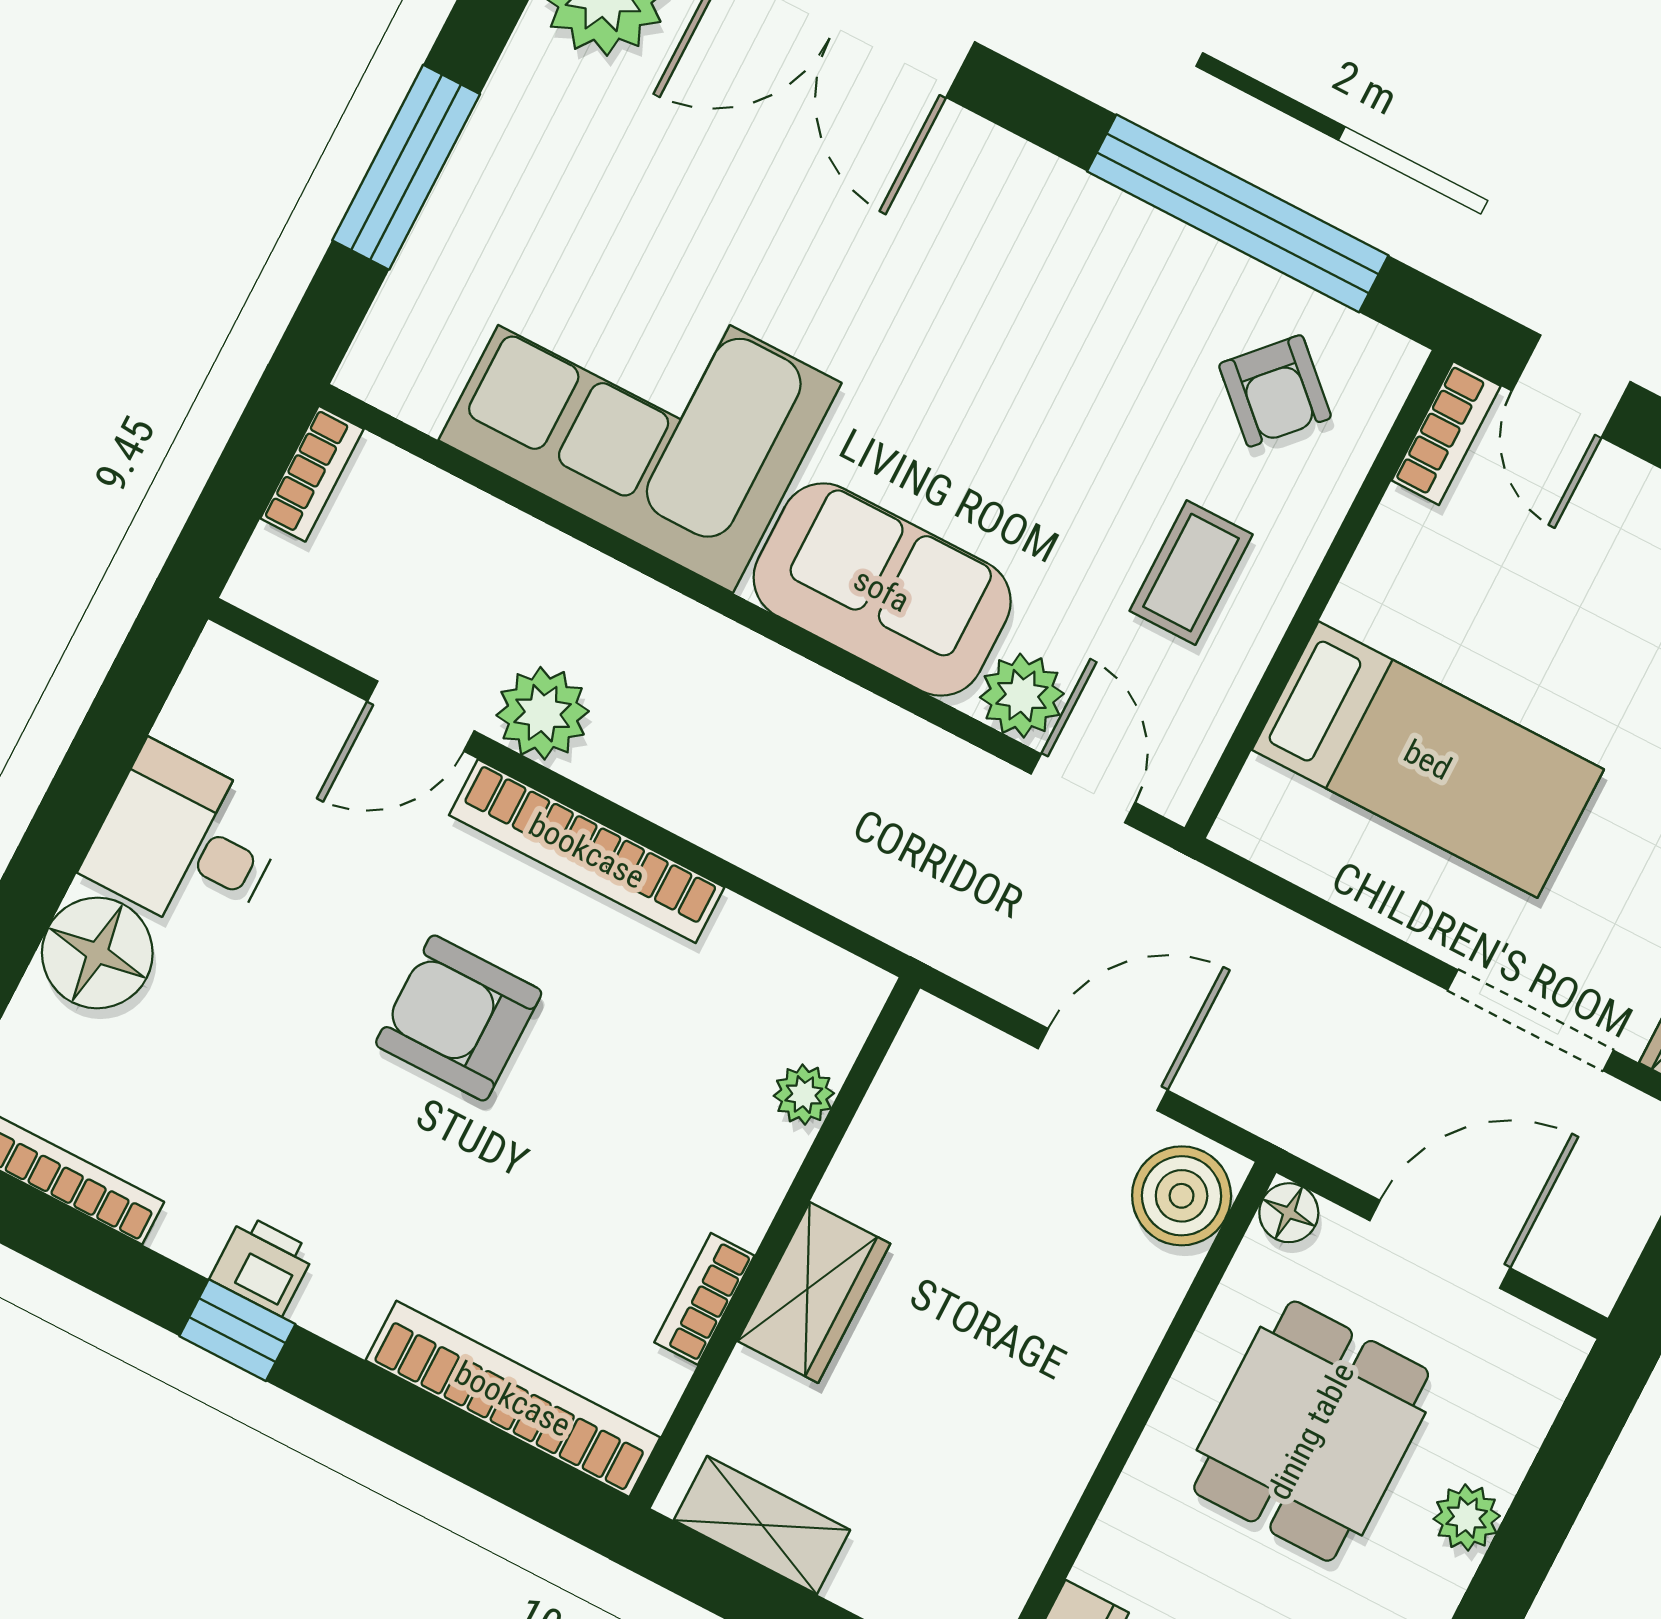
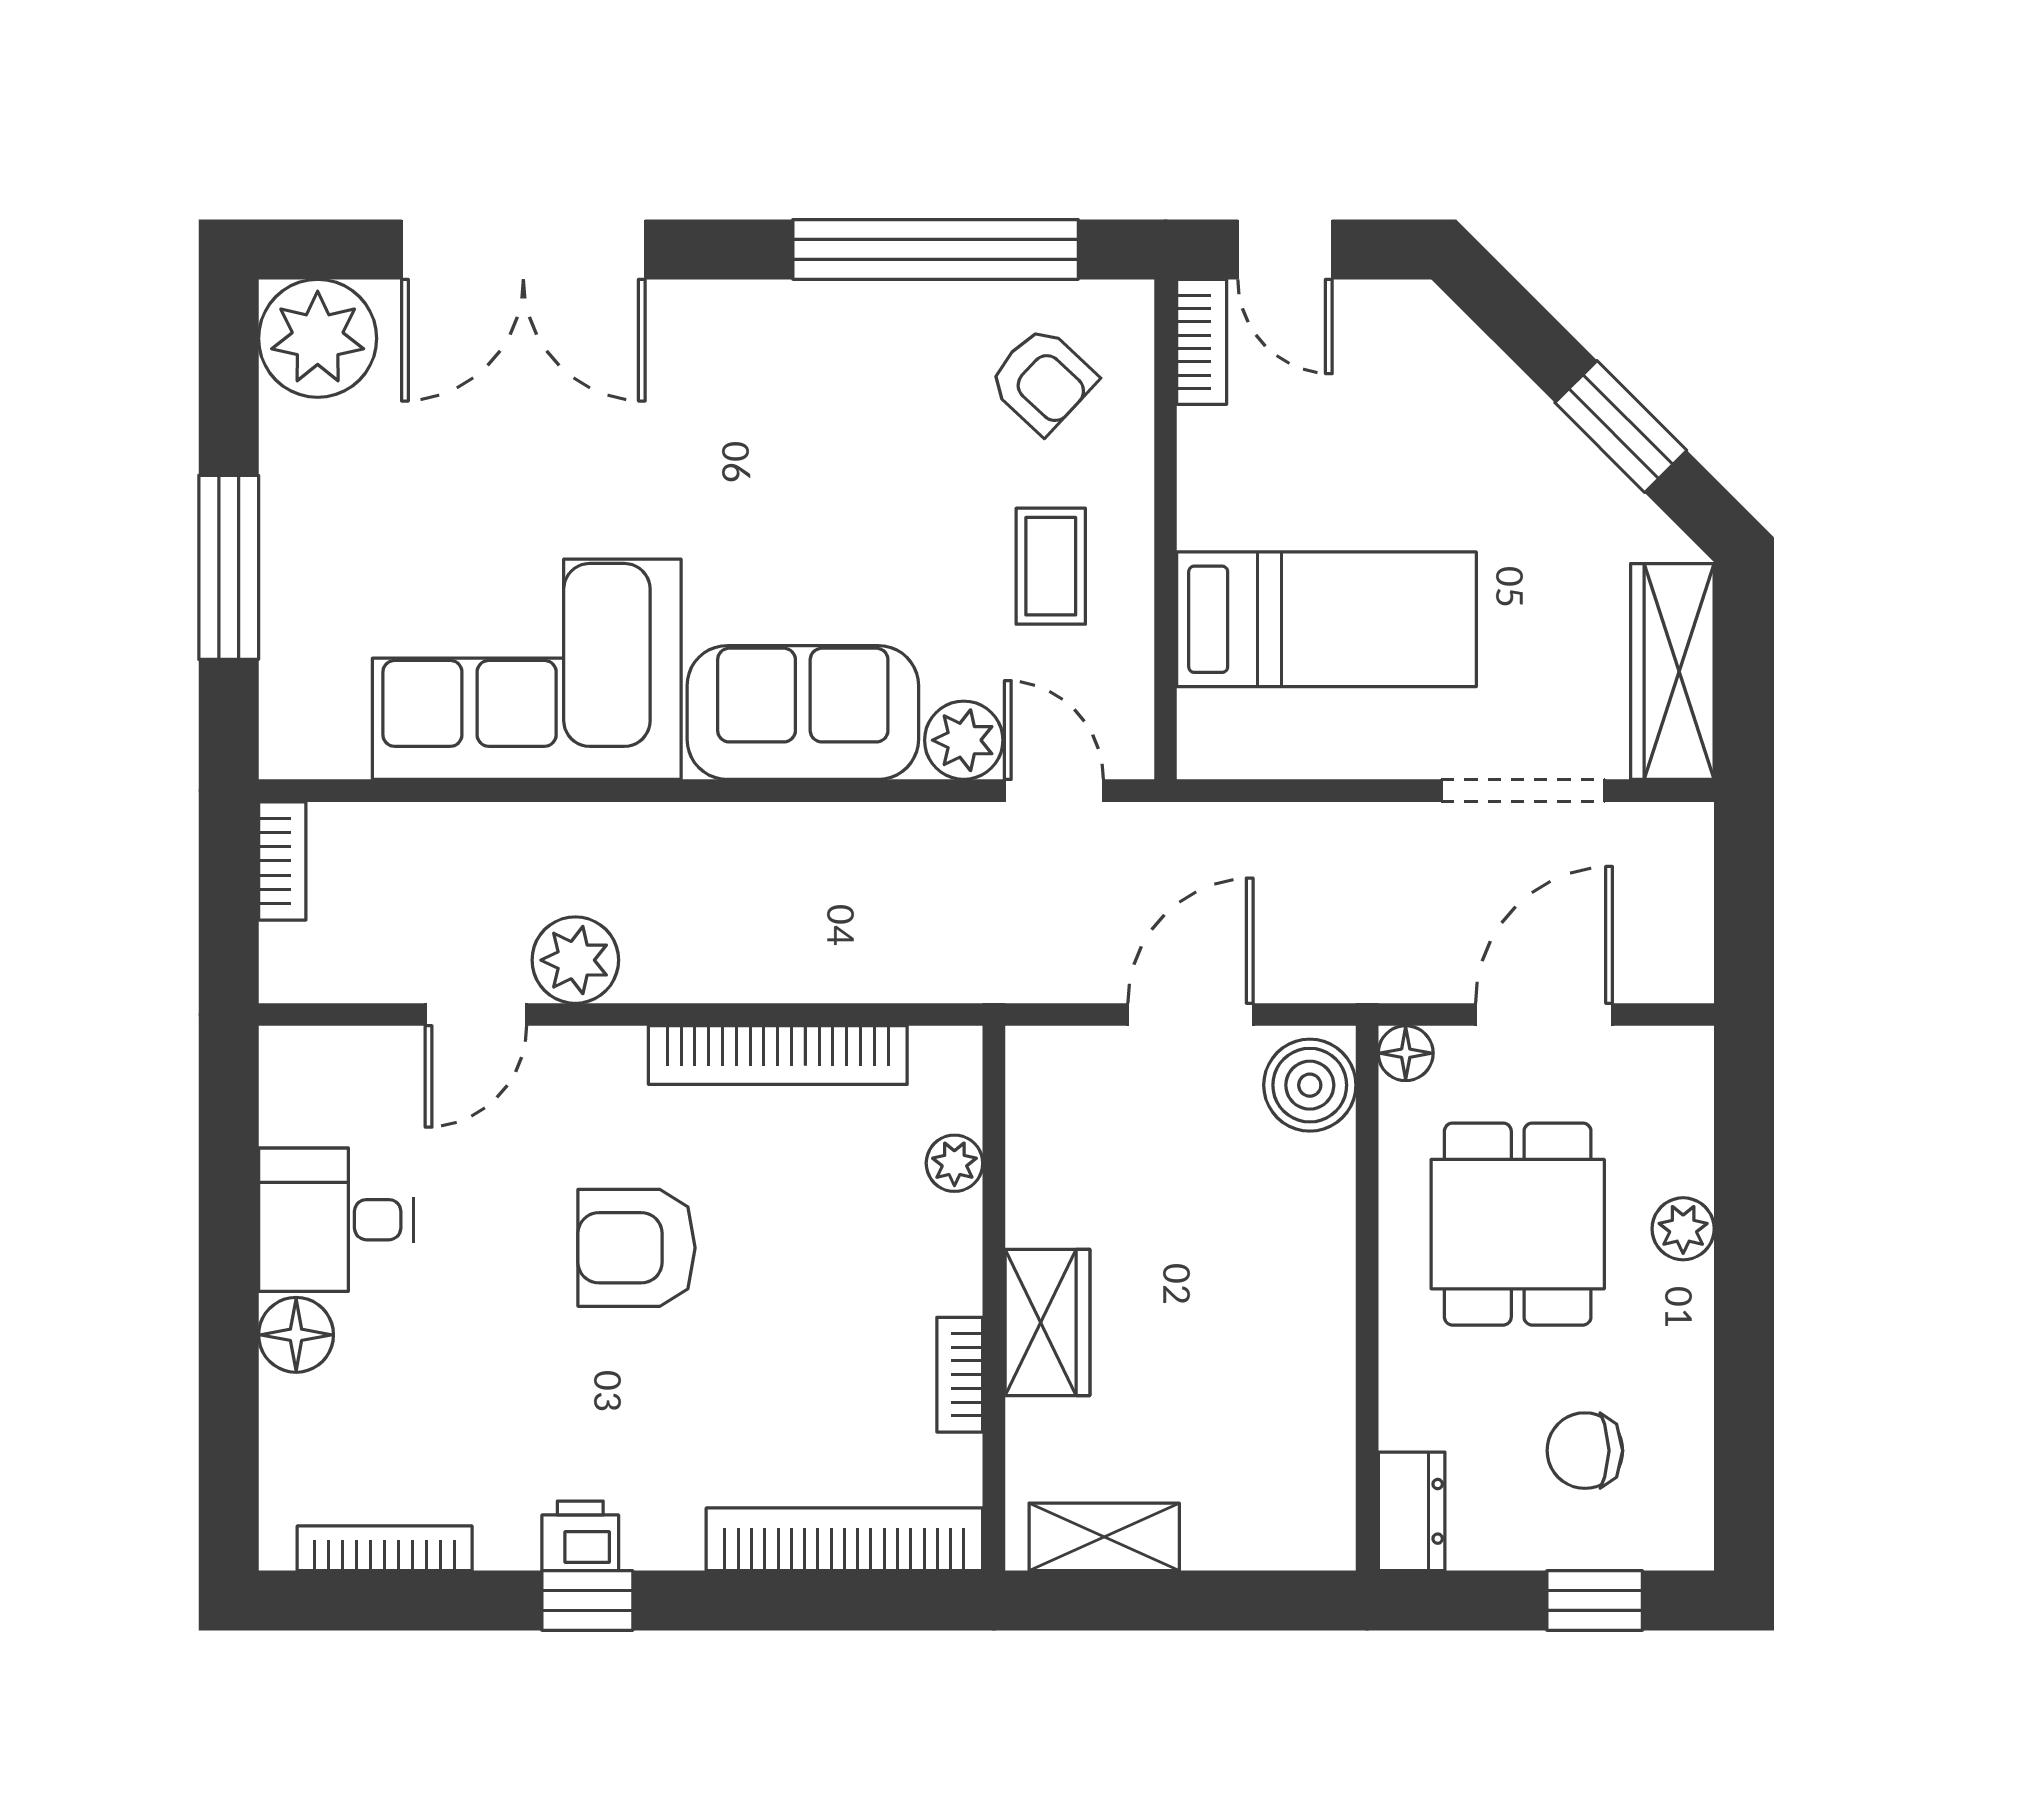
bookcase: (587, 851) -> (778, 1055), moved
floor lamp: (97, 953) -> (296, 1335), width x0.73, depth x0.73

